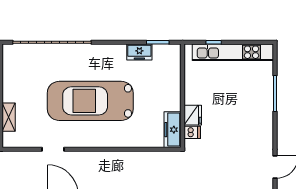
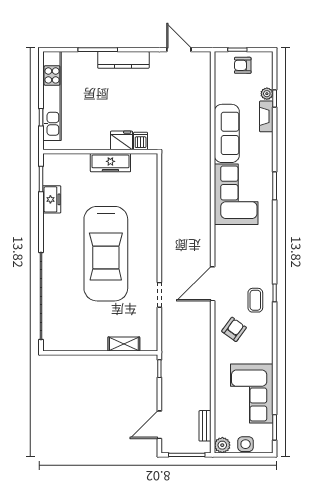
kitchen counter: (266, 117) -> (123, 60), added
freezer: (173, 130) -> (110, 163), moved

